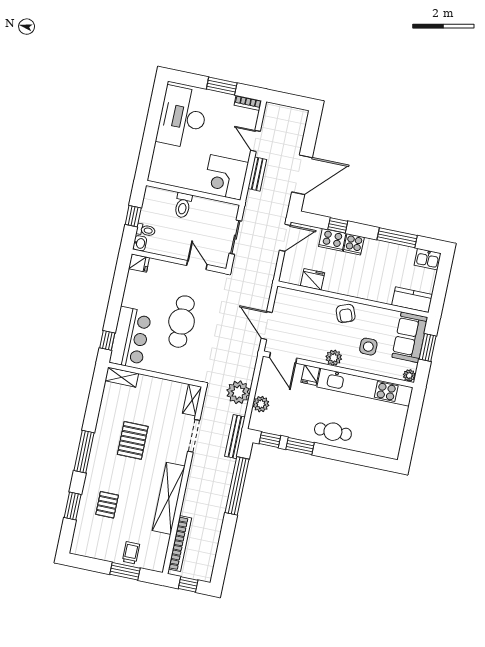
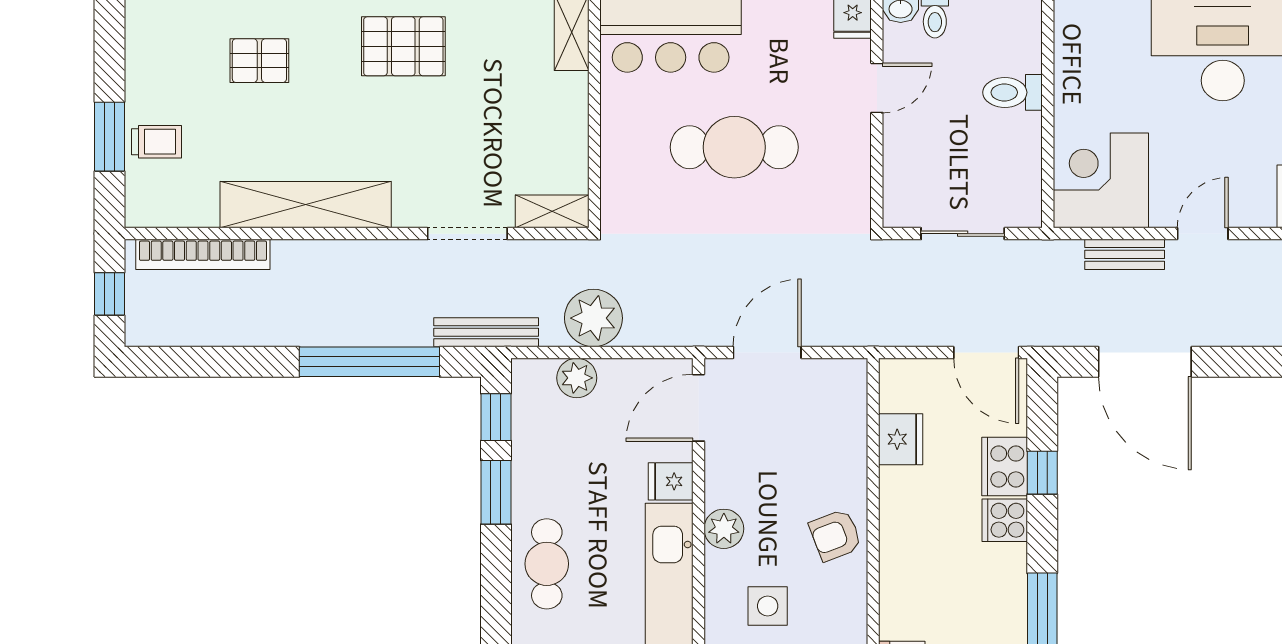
door: (197, 265) -> (877, 88), moved
pallet: (133, 440) -> (403, 46), moved

